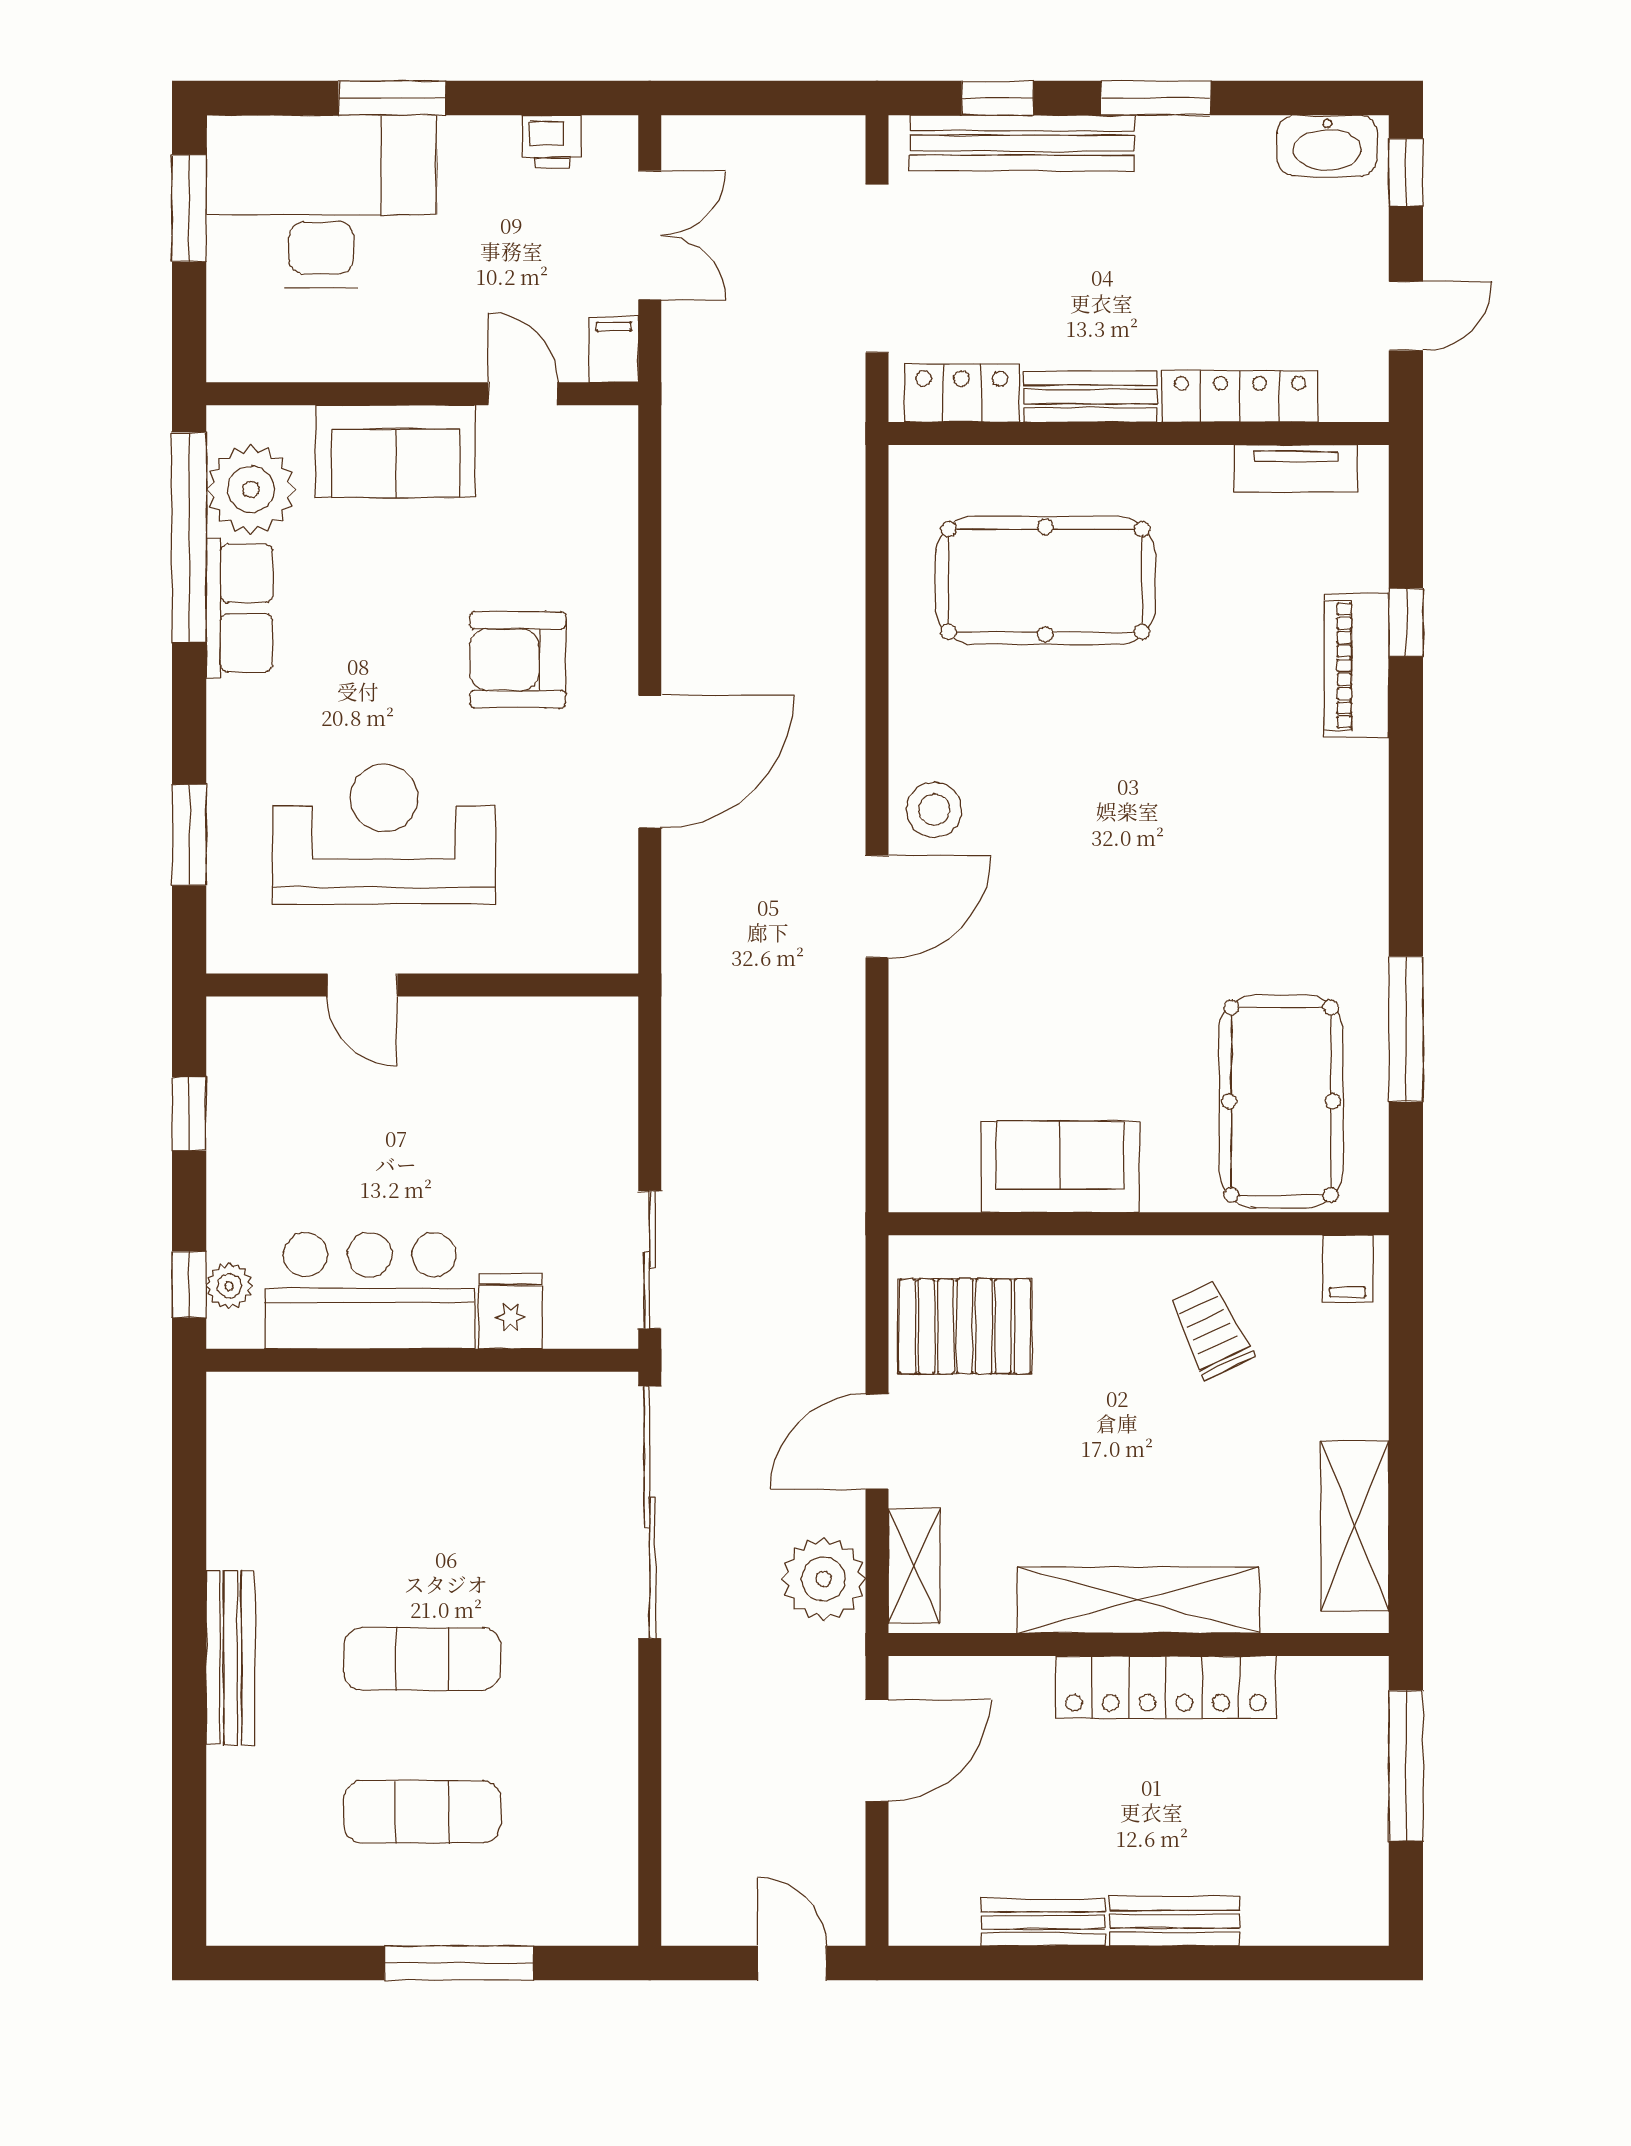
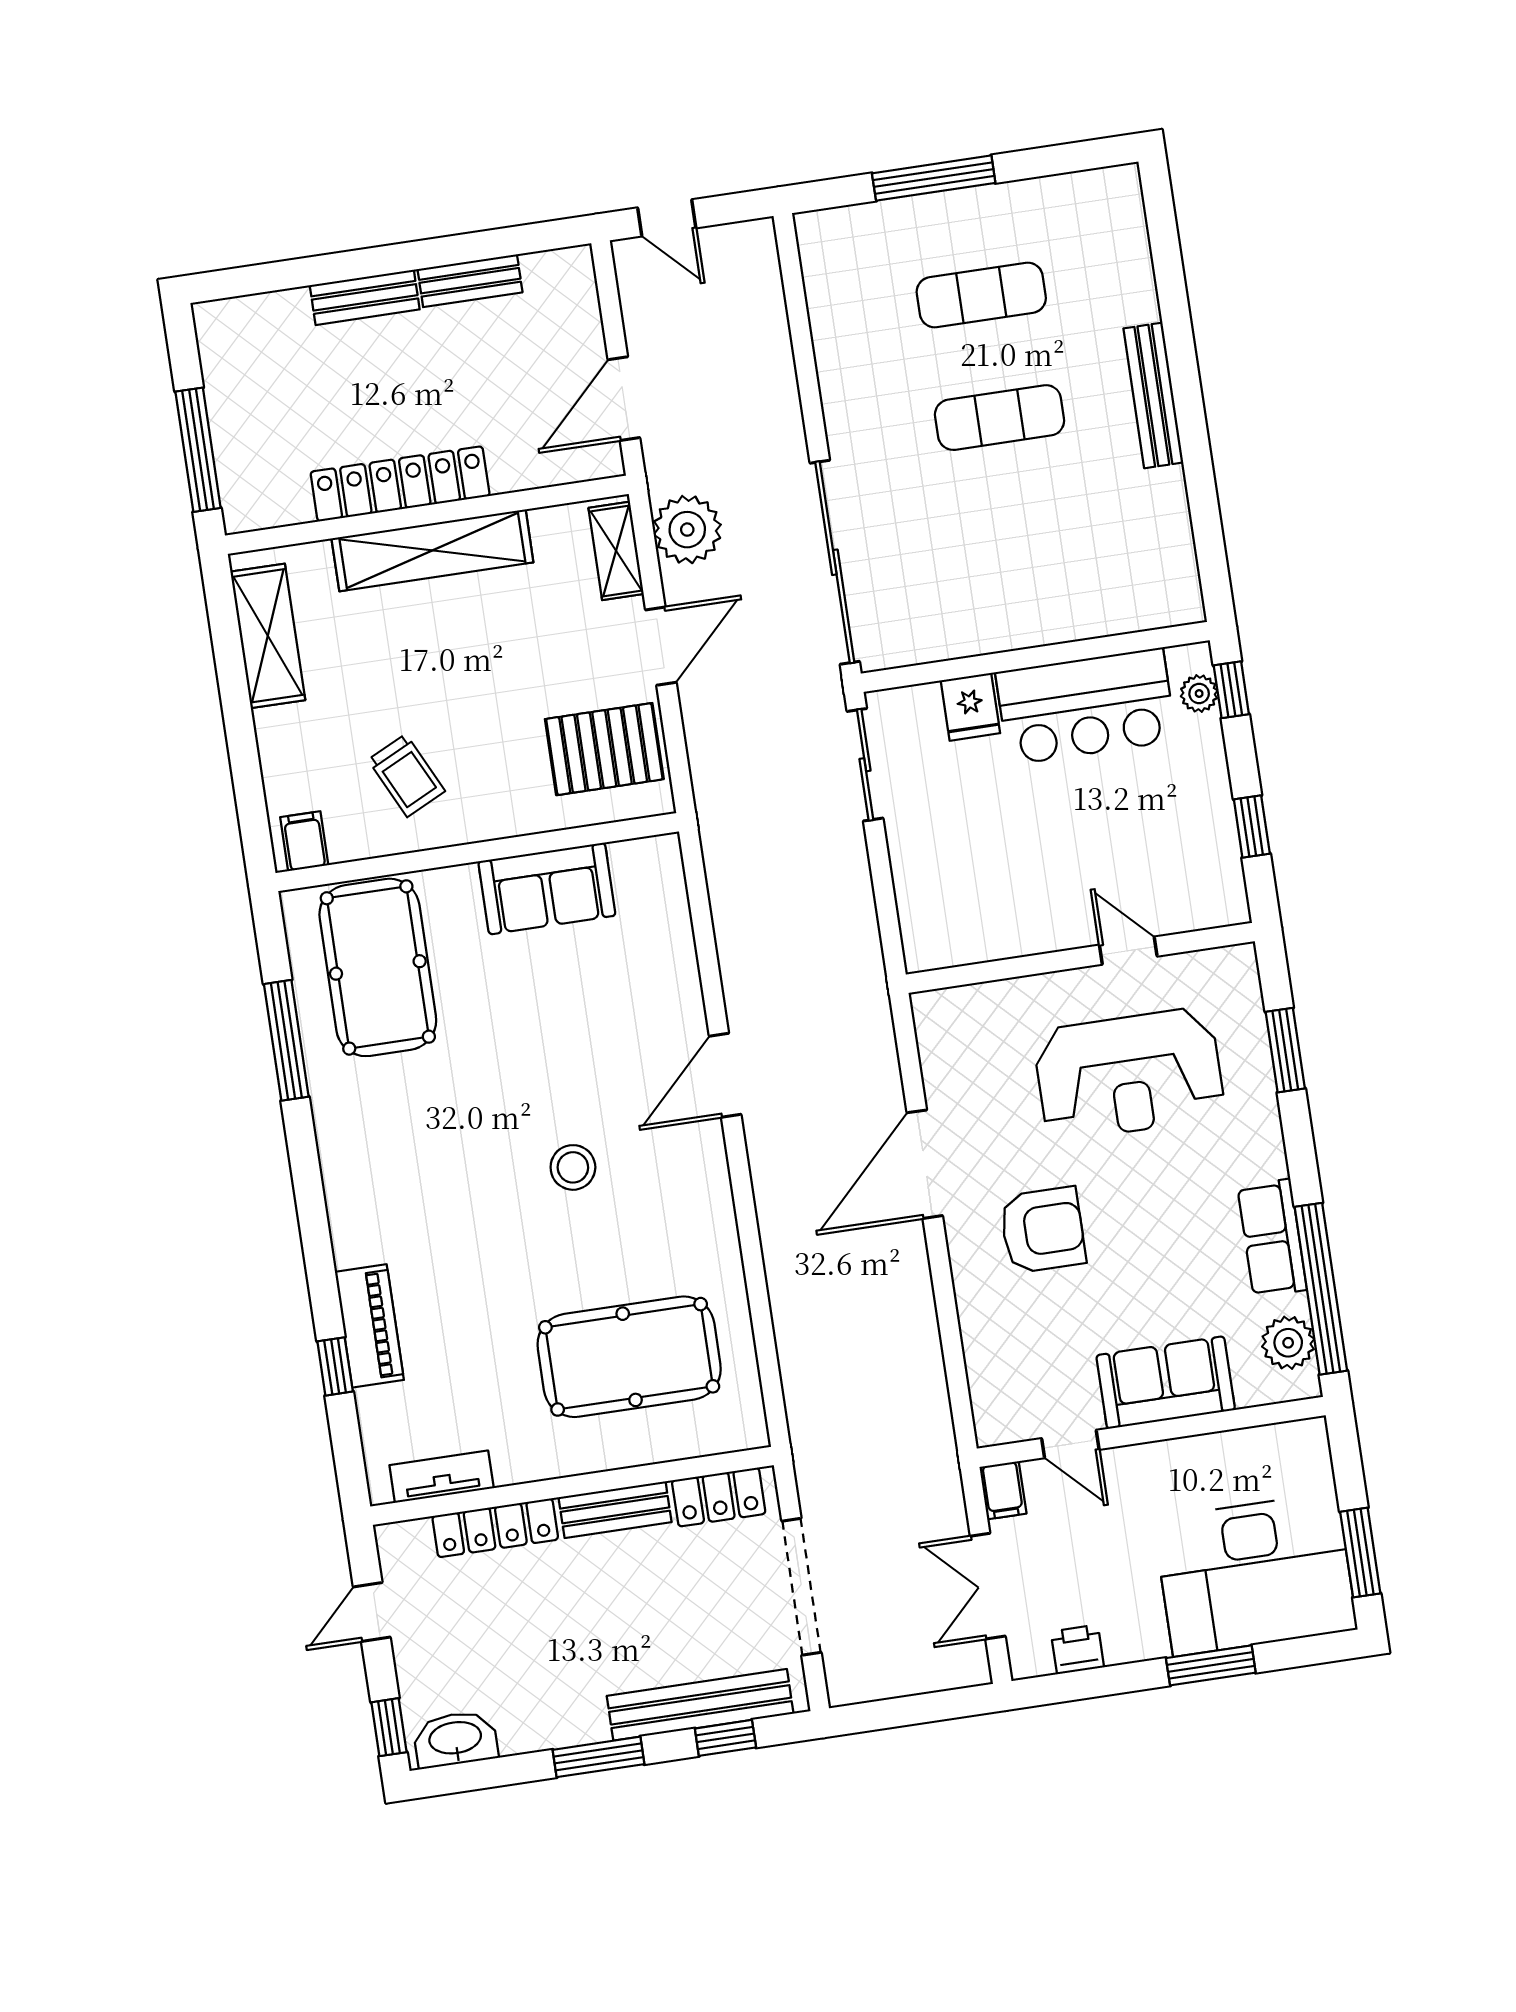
plant: (251, 489) -> (1288, 1343), width x0.73, depth x0.73
stool: (934, 810) -> (573, 1167), moved

